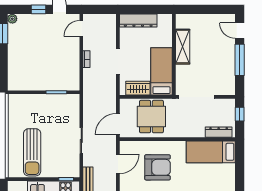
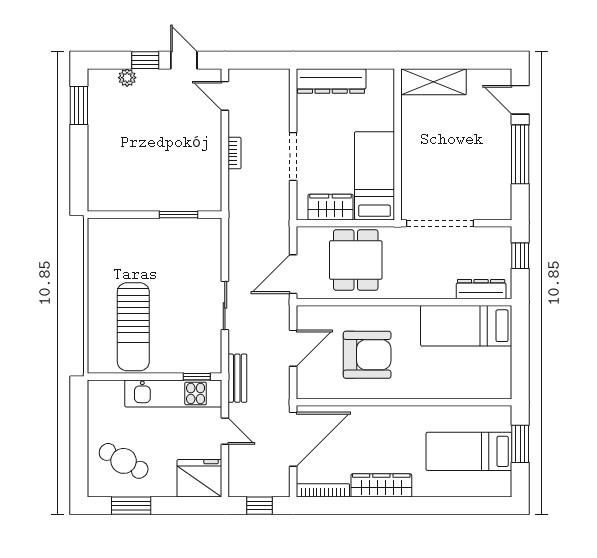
plant: (12, 19) -> (127, 78), moved
door: (81, 28) -> (225, 96), hinge flipped
shelving: (183, 47) -> (433, 82), moved, turned 90

